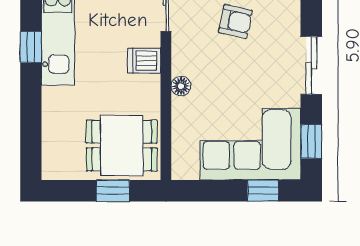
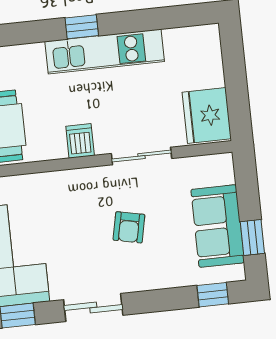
floor lamp: (181, 86) -> (59, 180), removed

